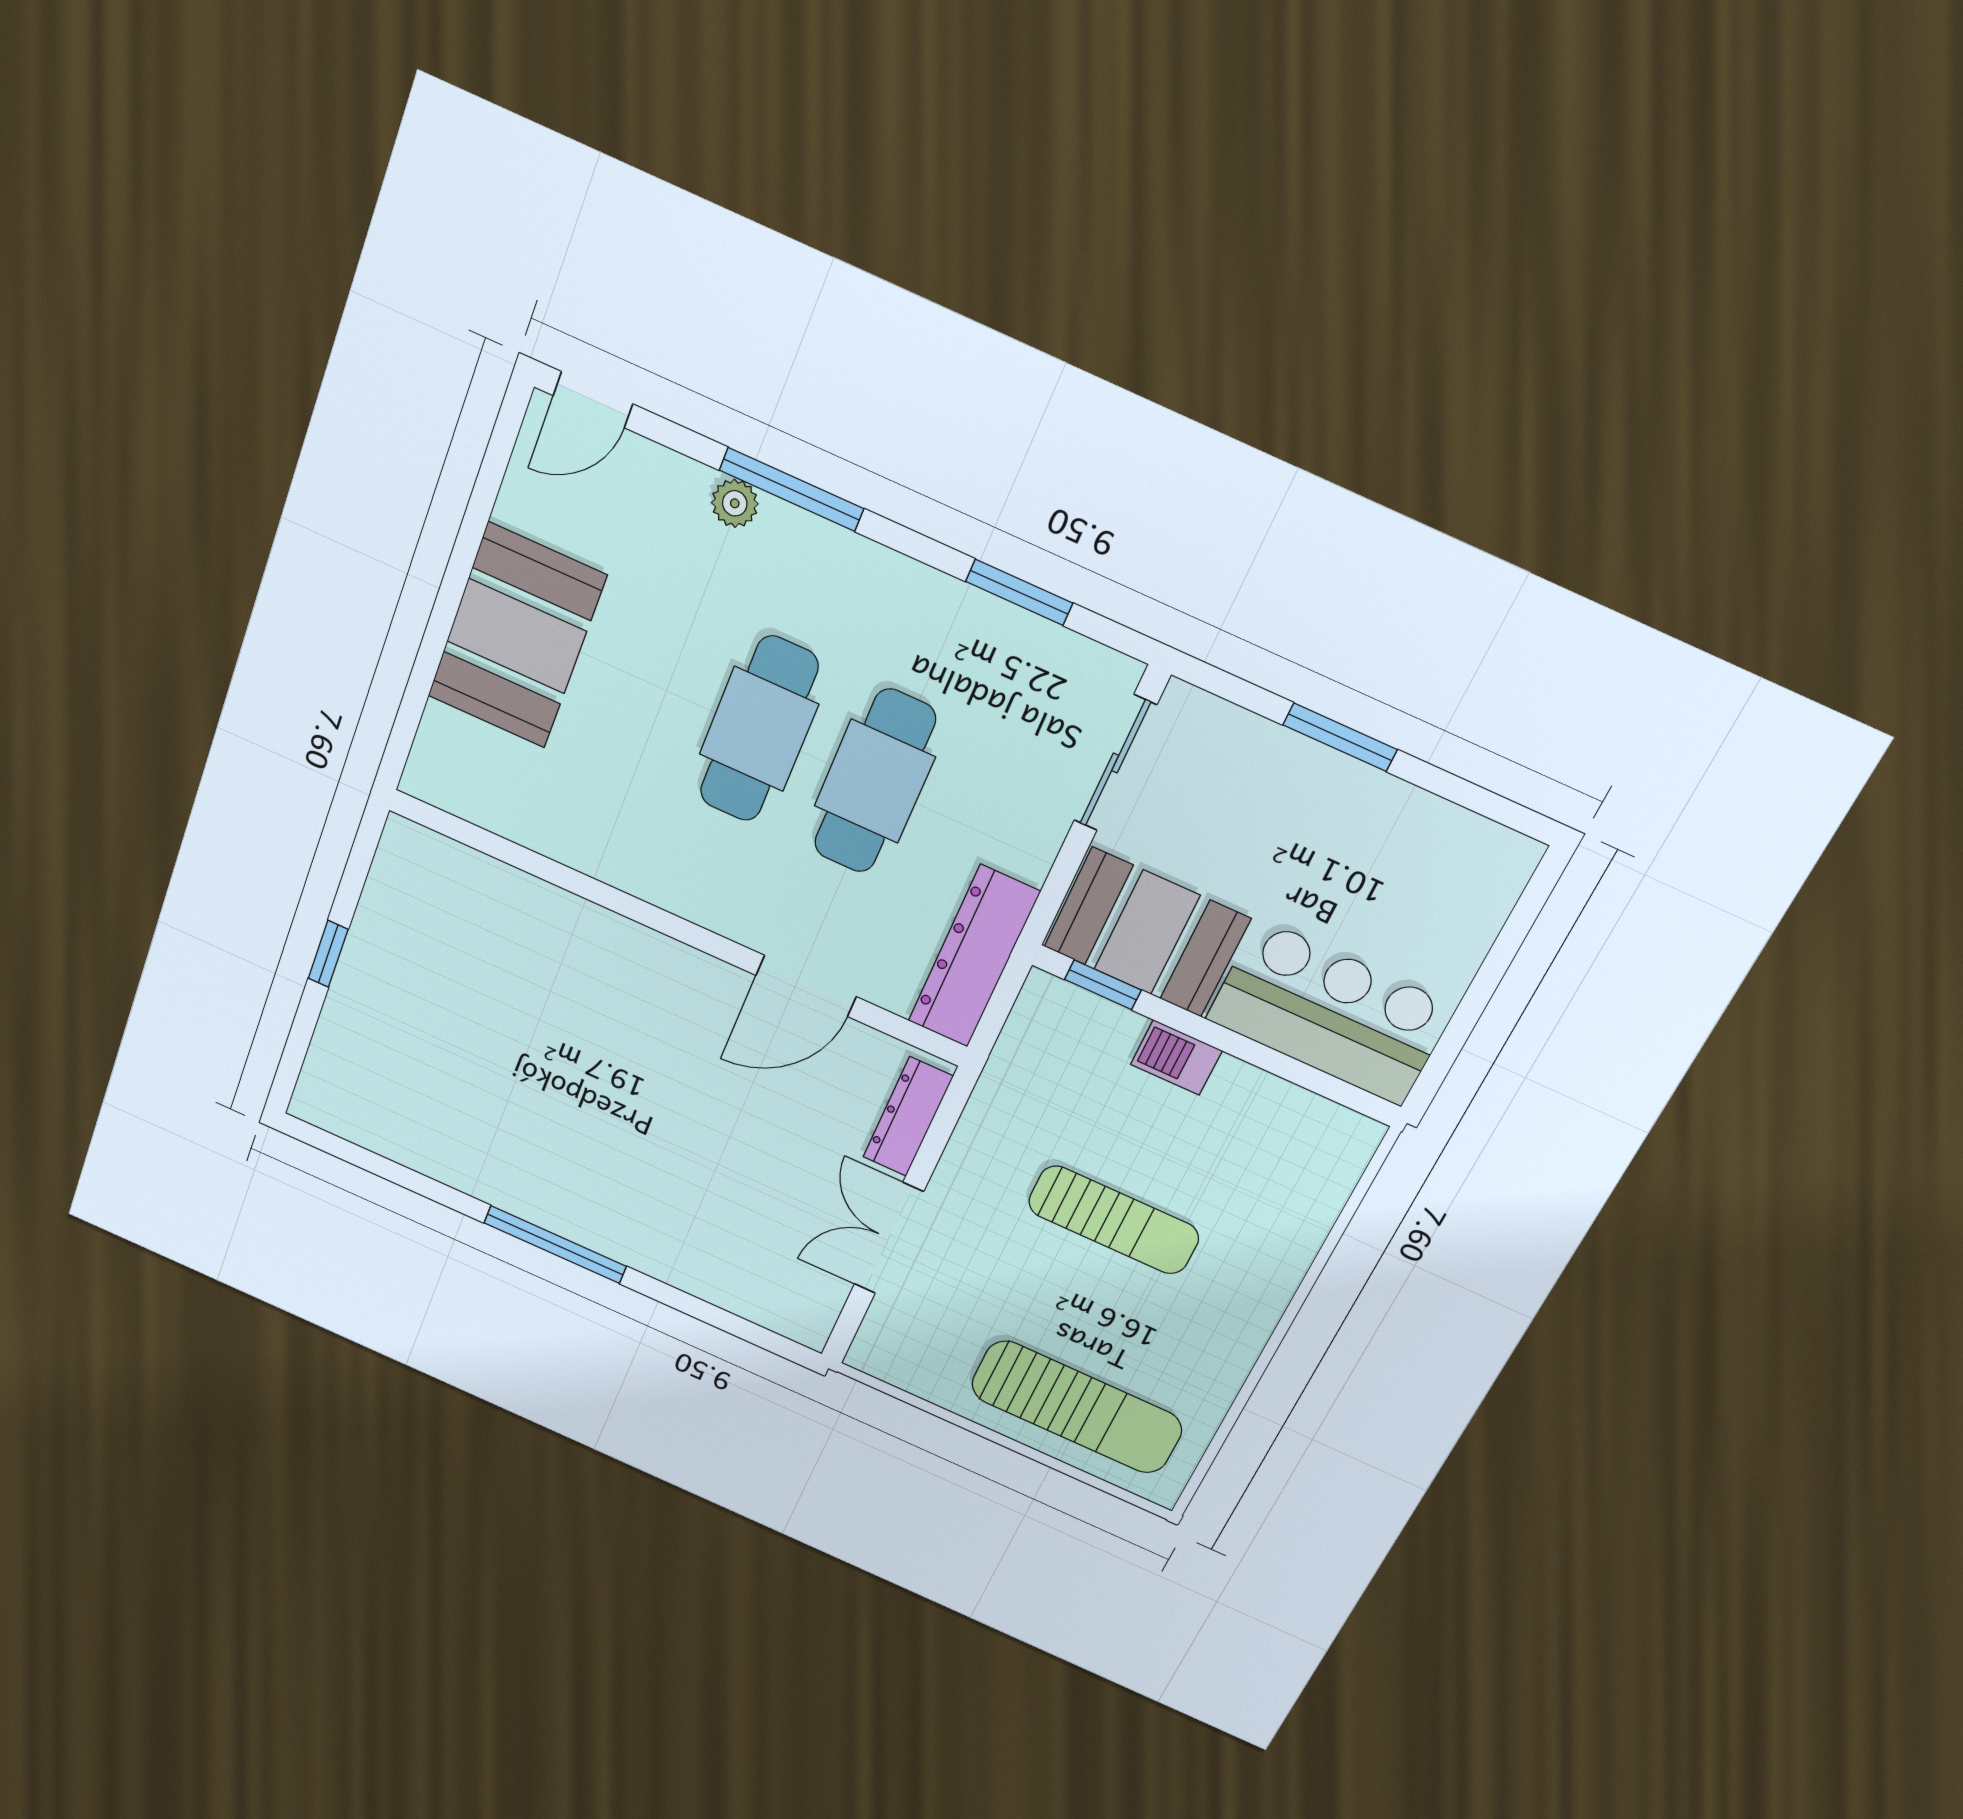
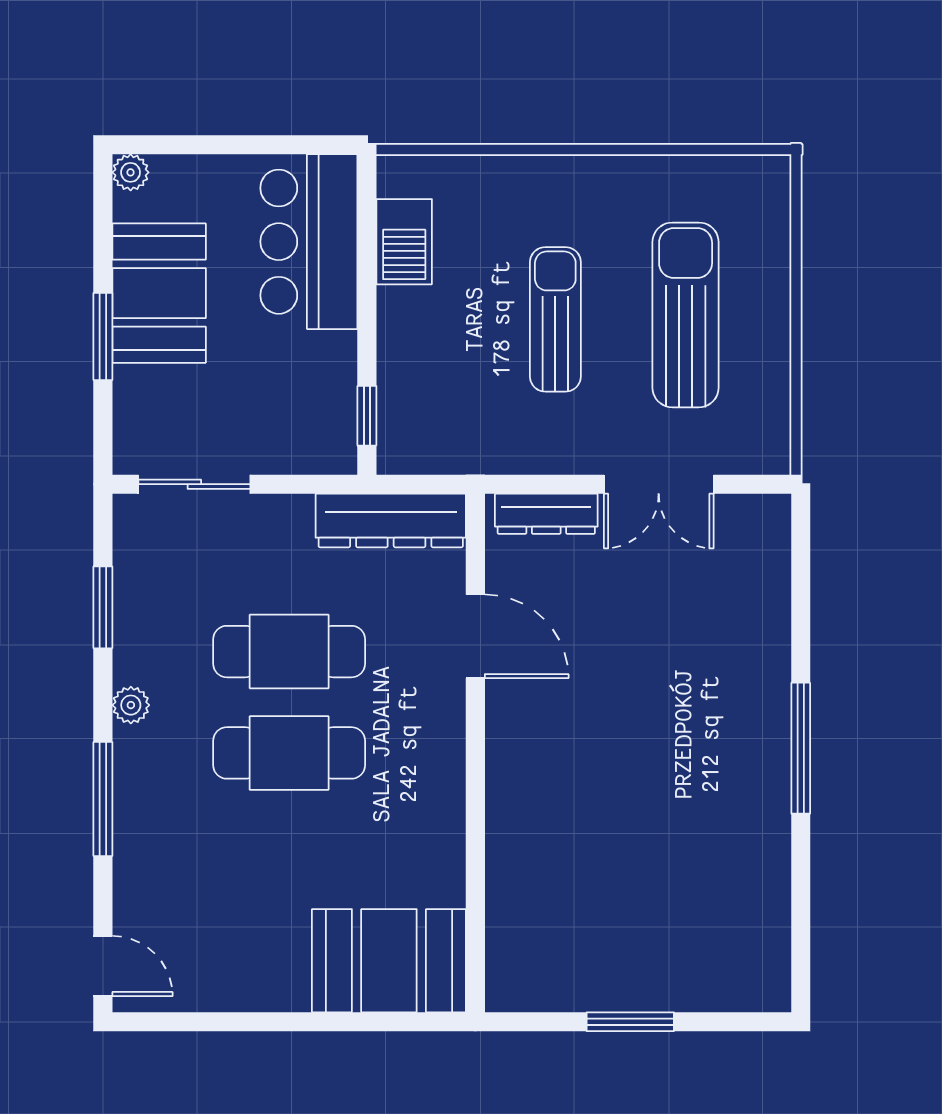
plant: (735, 503) -> (131, 705), moved
booth: (517, 636) -> (389, 961), moved
plant: (1517, 856) -> (131, 172), added
booth: (1147, 932) -> (159, 293), moved
window: (328, 954) -> (630, 1022), width x1.50
barbecue: (1176, 1058) -> (404, 242), moved, width x1.38, depth x1.27
sun lounger: (1077, 1407) -> (686, 315), moved

